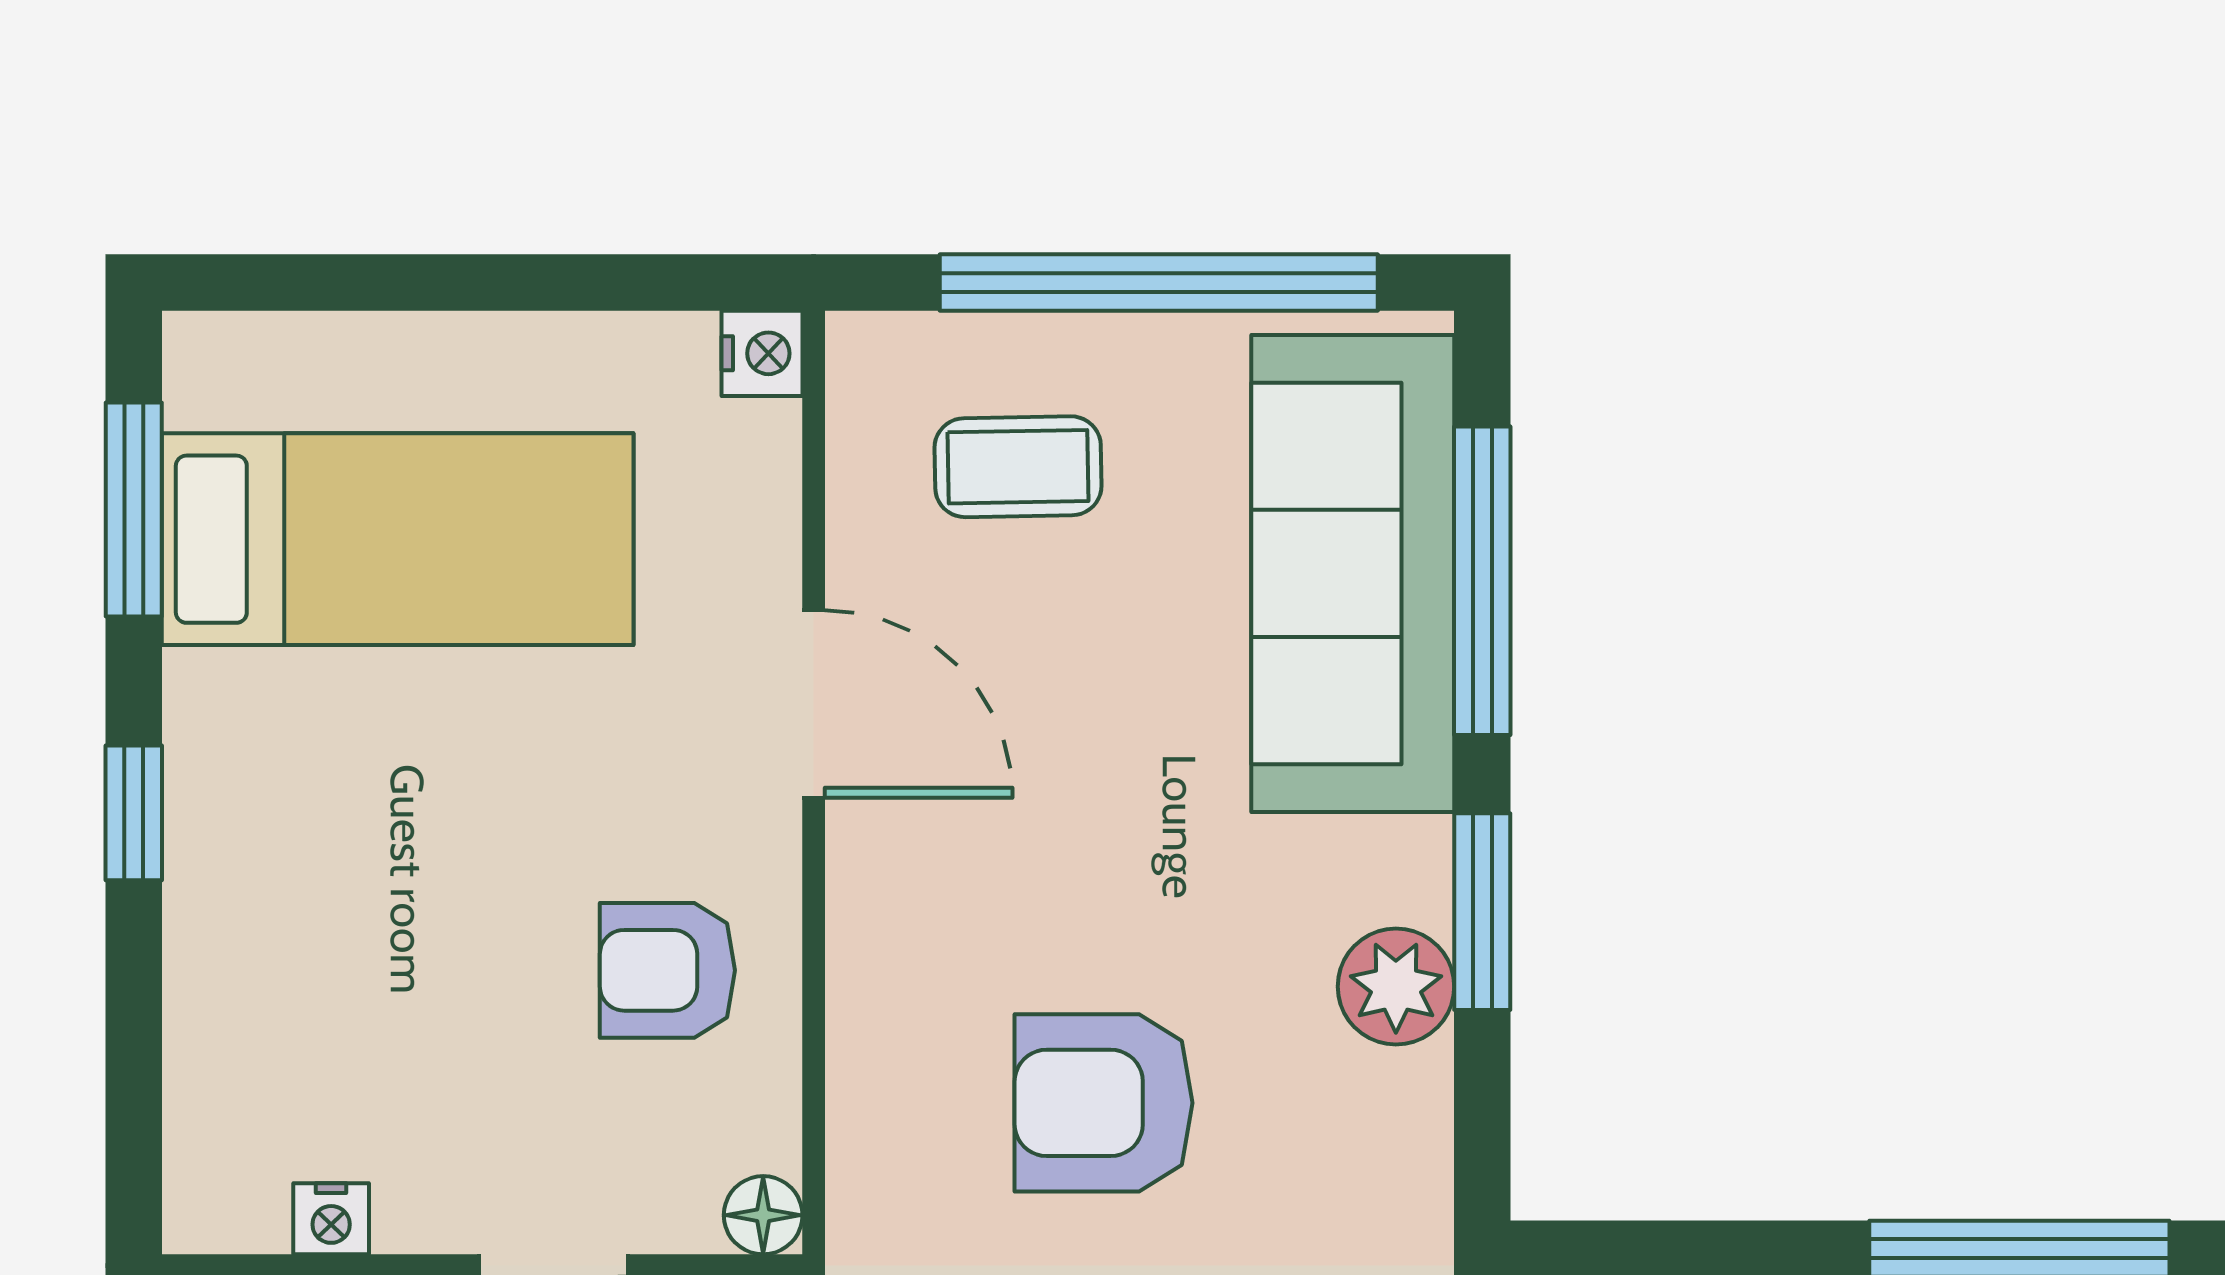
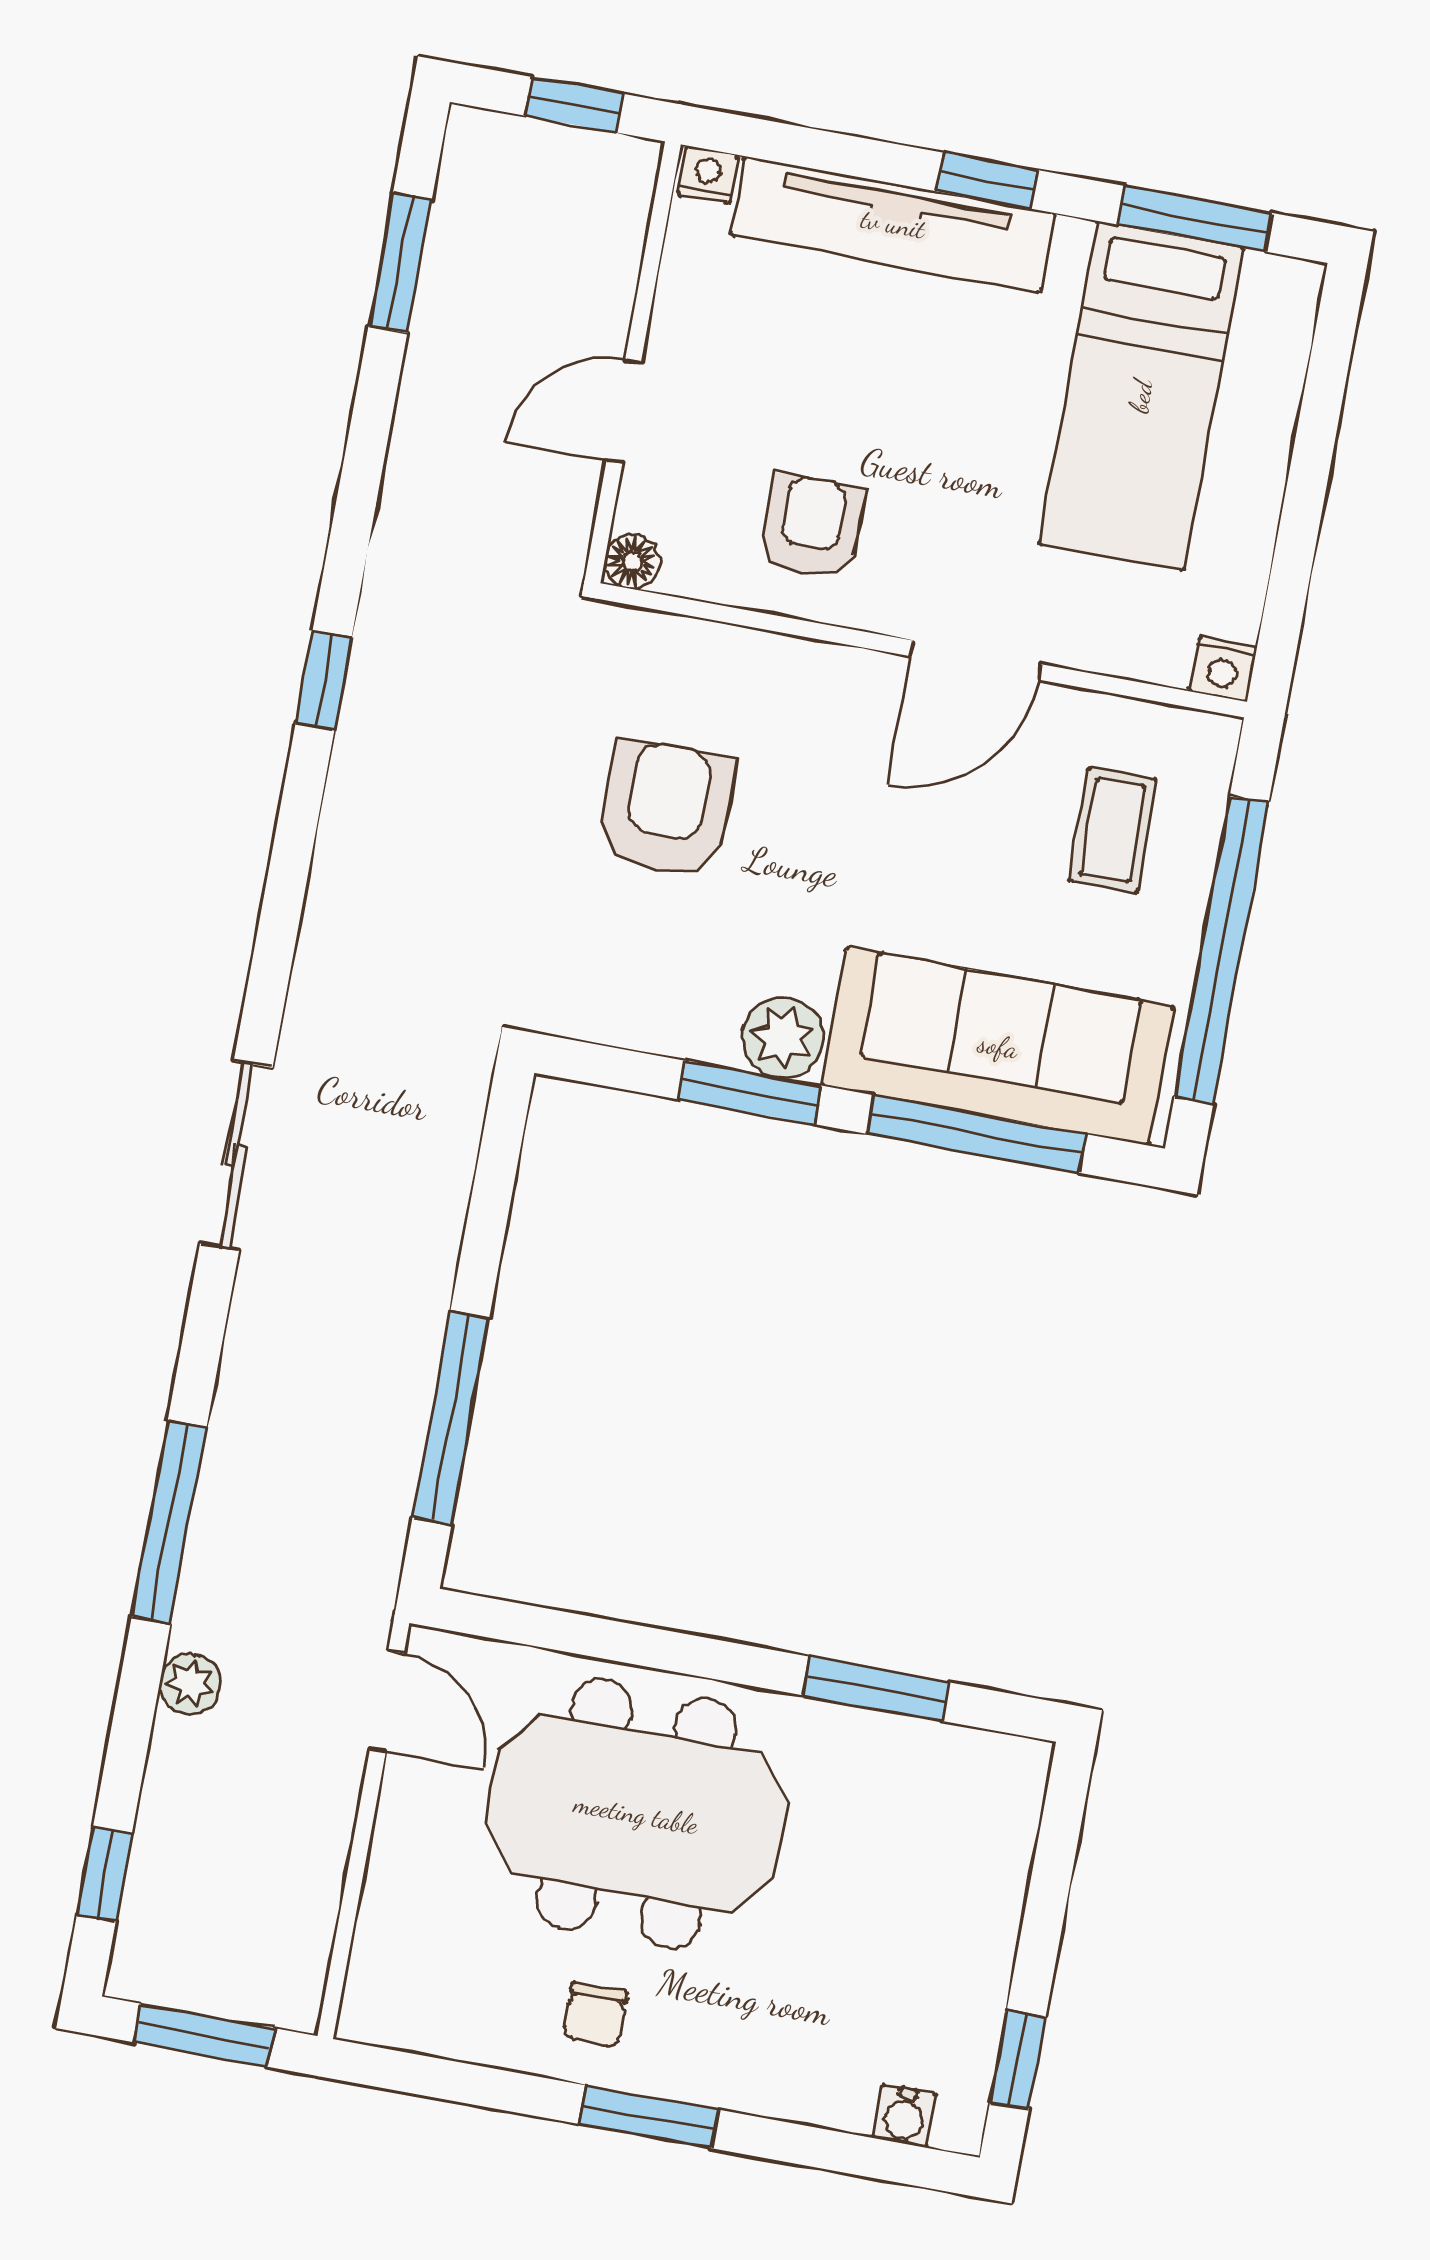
tv unit: (220, 935) -> (893, 224), added
plant: (1396, 987) -> (783, 1037), moved
nightstand: (331, 1219) -> (708, 175), moved, turned 90

